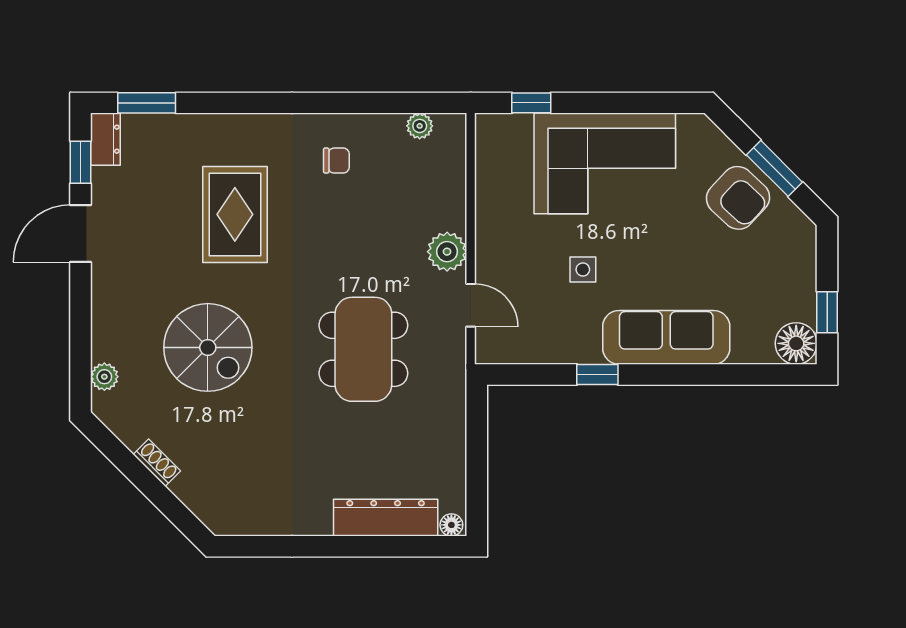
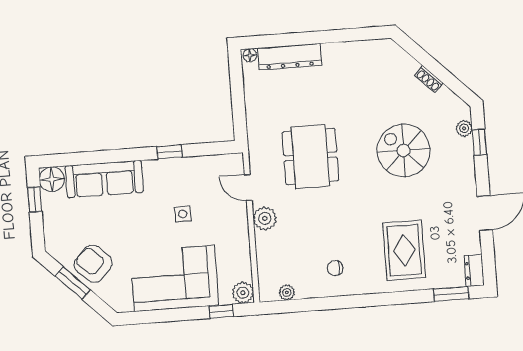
plant: (493, 131) -> (243, 293), added
window: (81, 162) -> (479, 142), moved
rug: (235, 214) -> (404, 250), moved
sofa: (666, 337) -> (104, 179), moved

